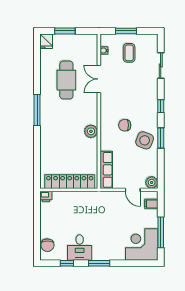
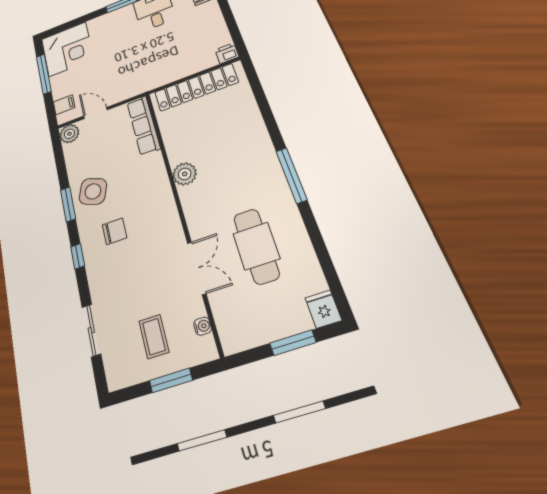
chair: (125, 125) -> (115, 231), moved

